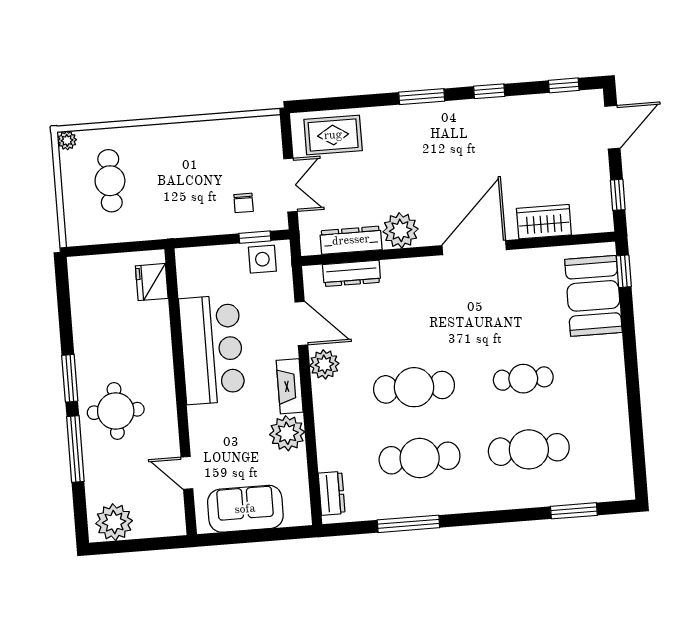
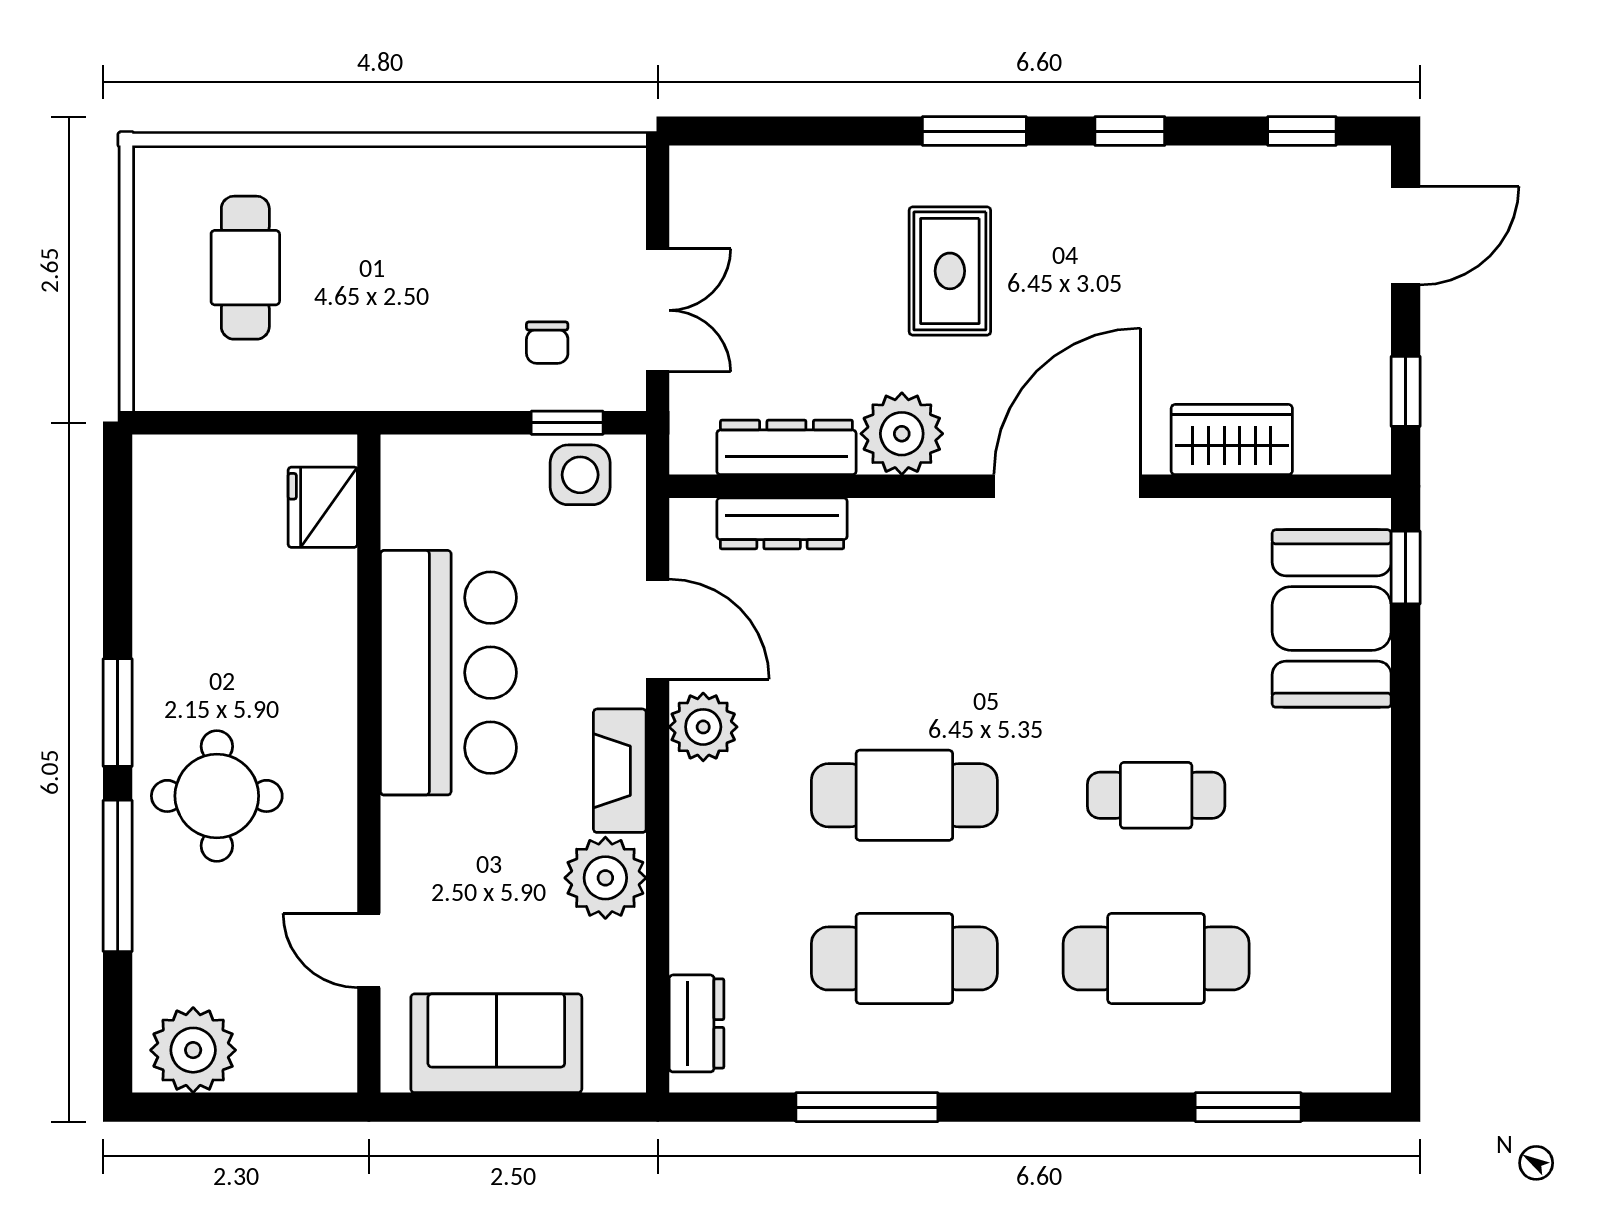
rug: (333, 135) -> (950, 271), moved, turned 90
plant: (67, 140) -> (154, 168), removed

